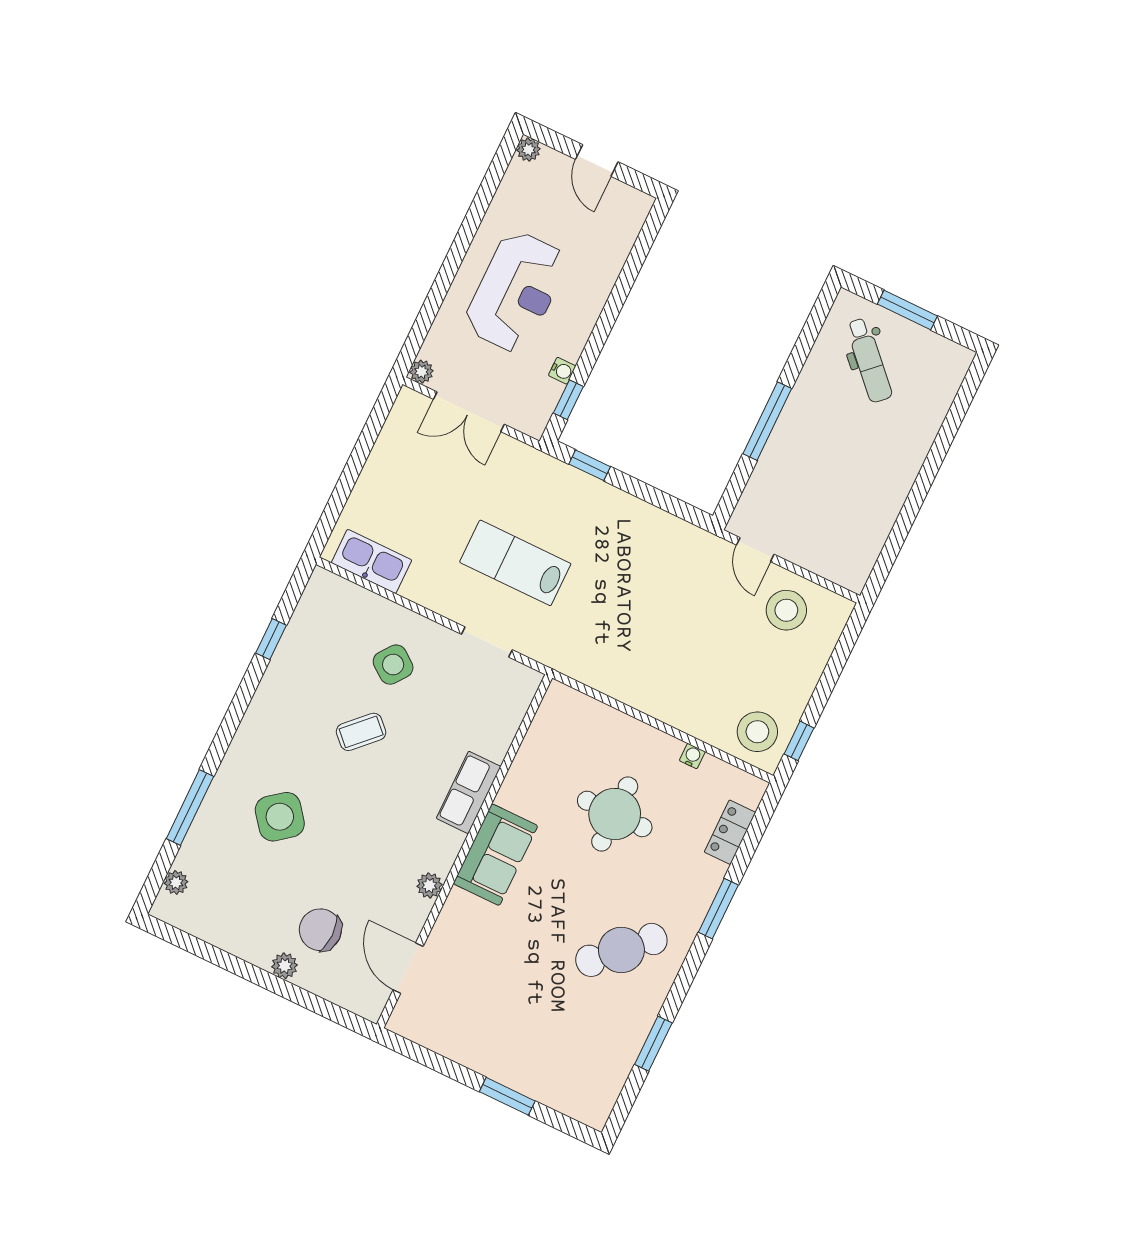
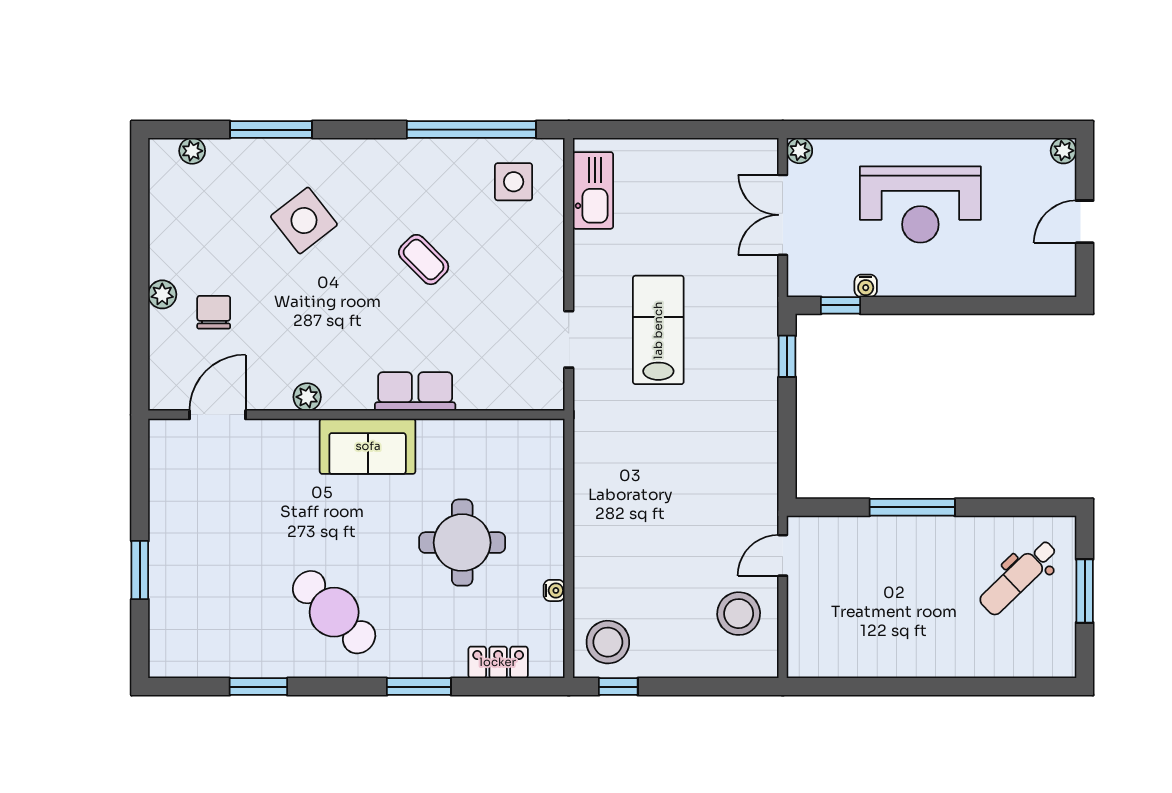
window: (271, 639) -> (471, 130), width x3.17
side table: (393, 665) -> (514, 182), moved, turned -37
chair: (320, 930) -> (214, 312), width x0.73, depth x0.73

